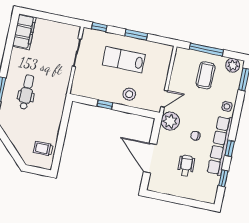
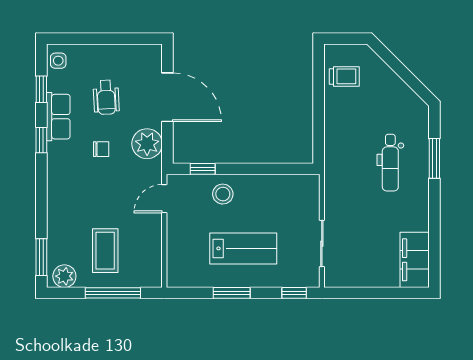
window: (105, 105) -> (203, 169), moved
side table: (227, 106) -> (58, 61), moved
plant: (170, 121) -> (147, 144), moved
row of seats: (220, 146) -> (58, 117), width x0.50

